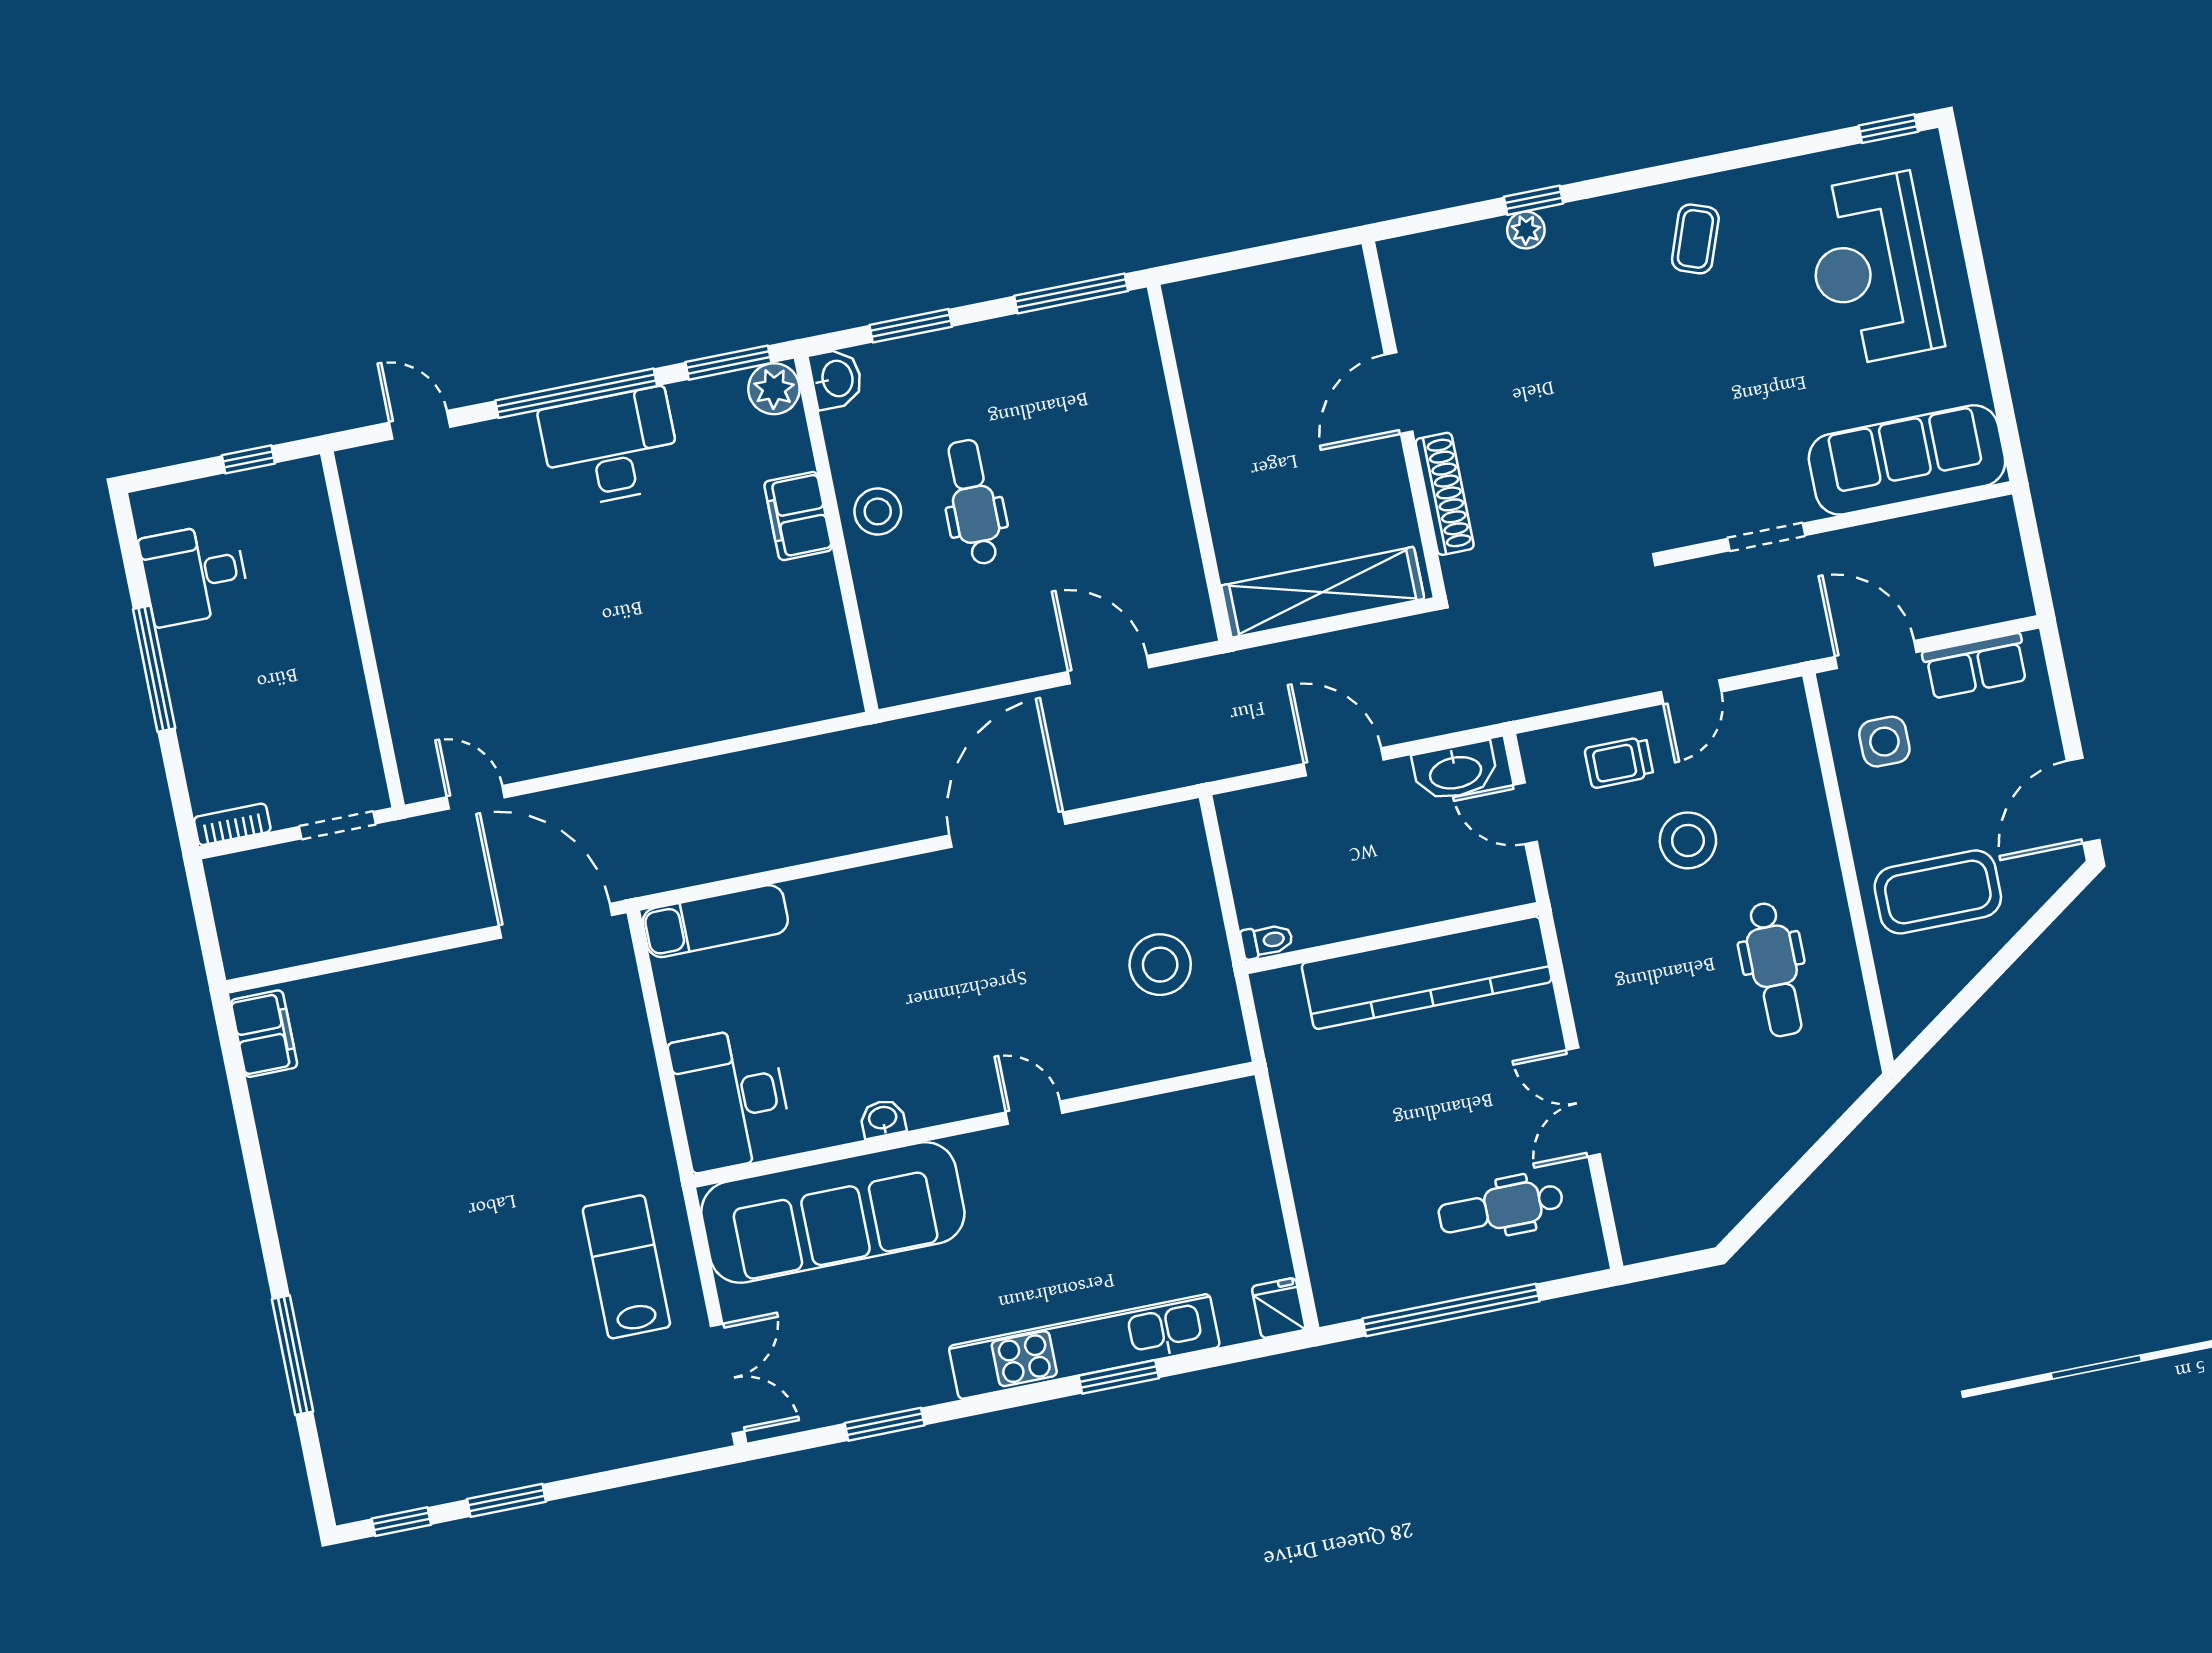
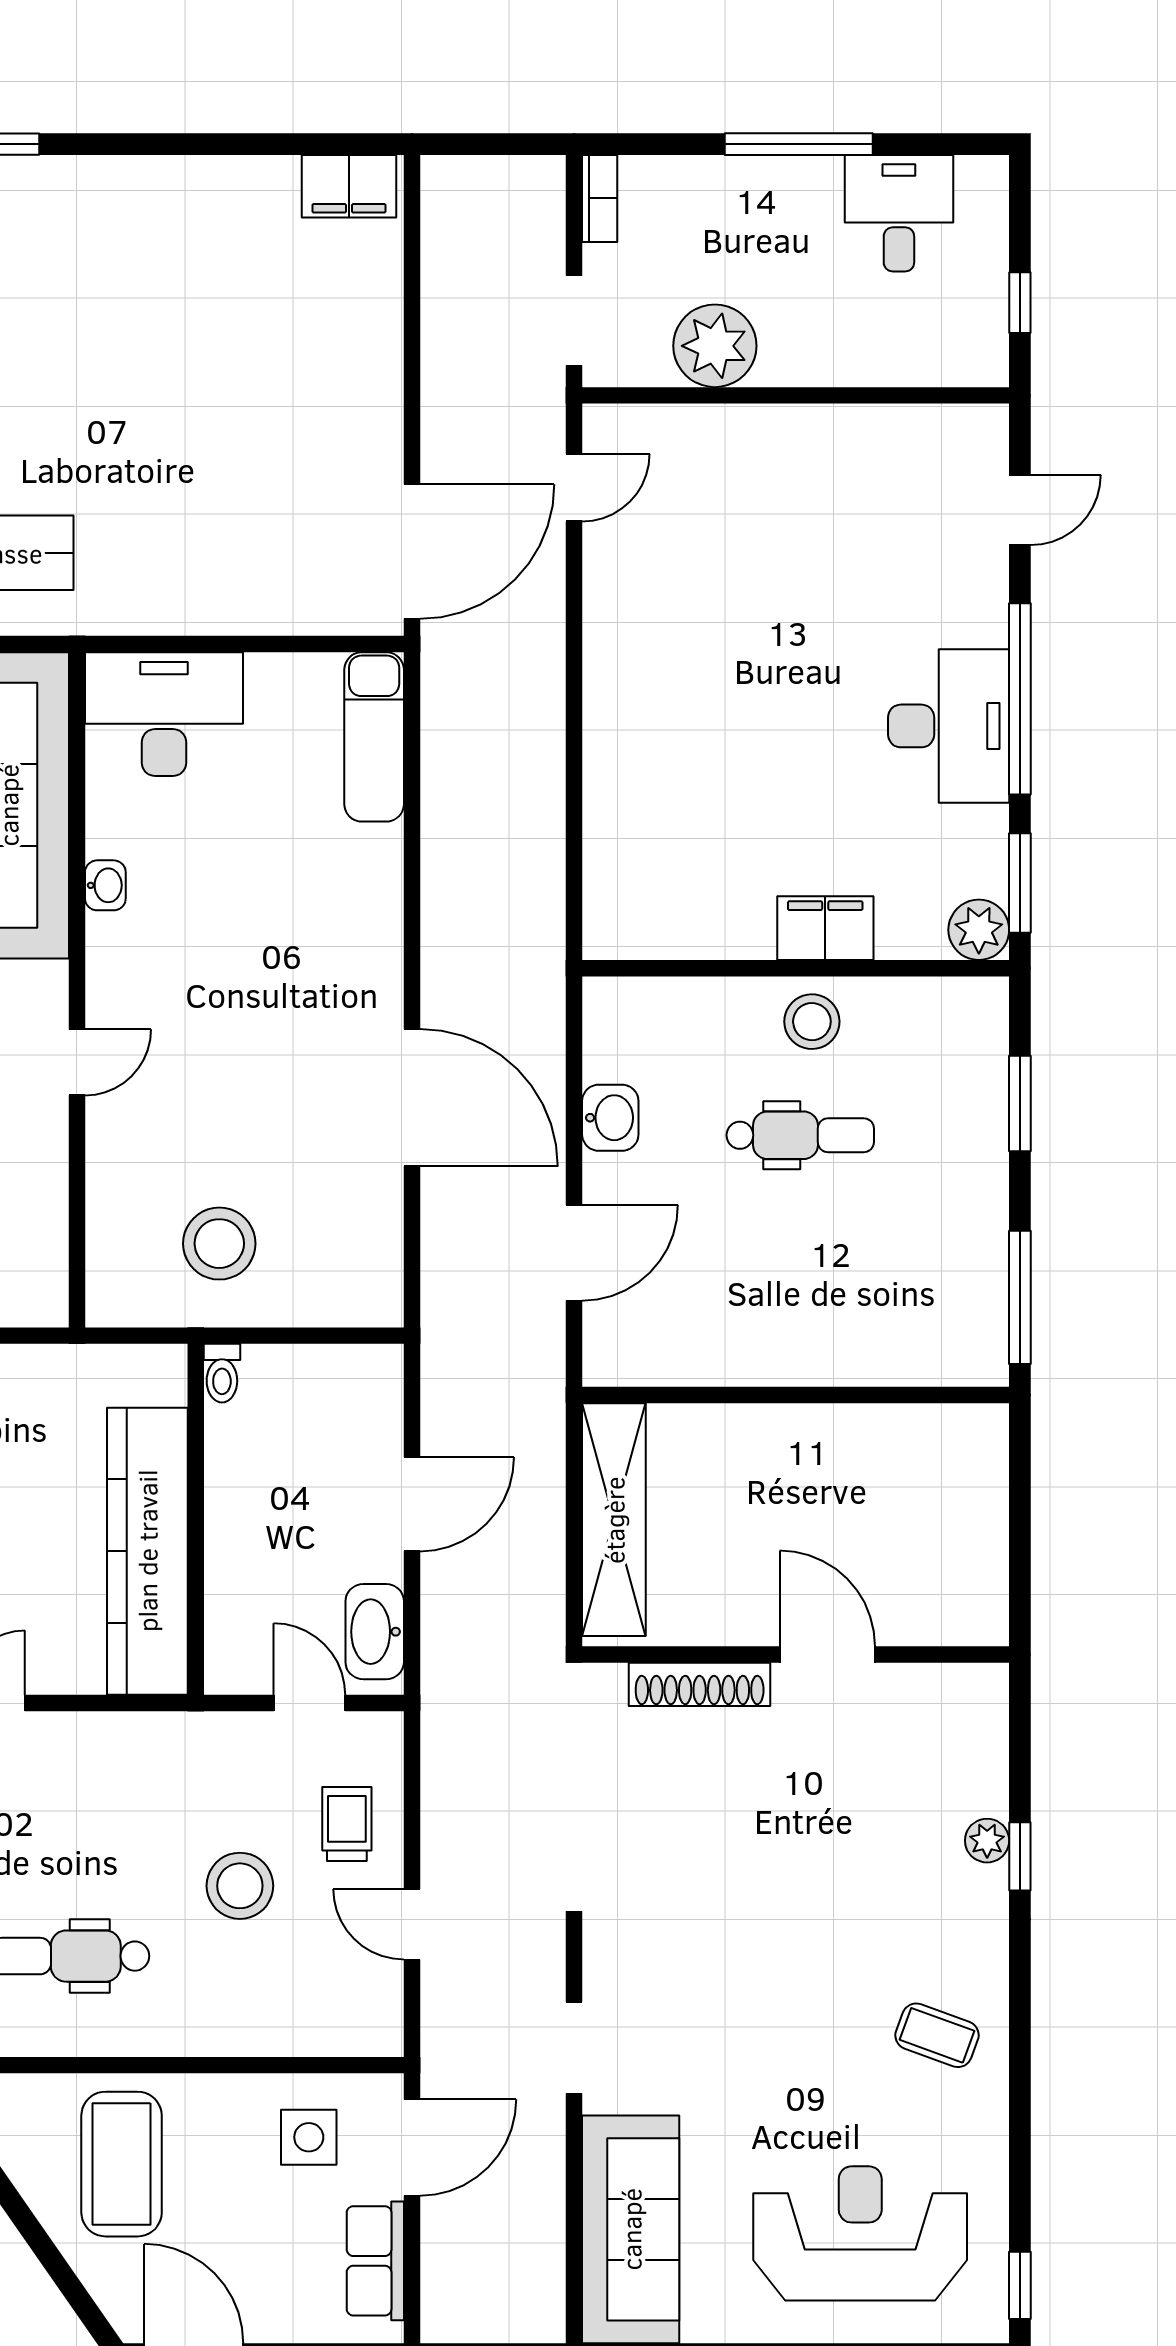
washbasin: (836, 379) -> (610, 1118), moved, turned -90
plant: (335, 704) -> (715, 346), added
door: (1525, 813) -> (309, 1703), hinge flipped

